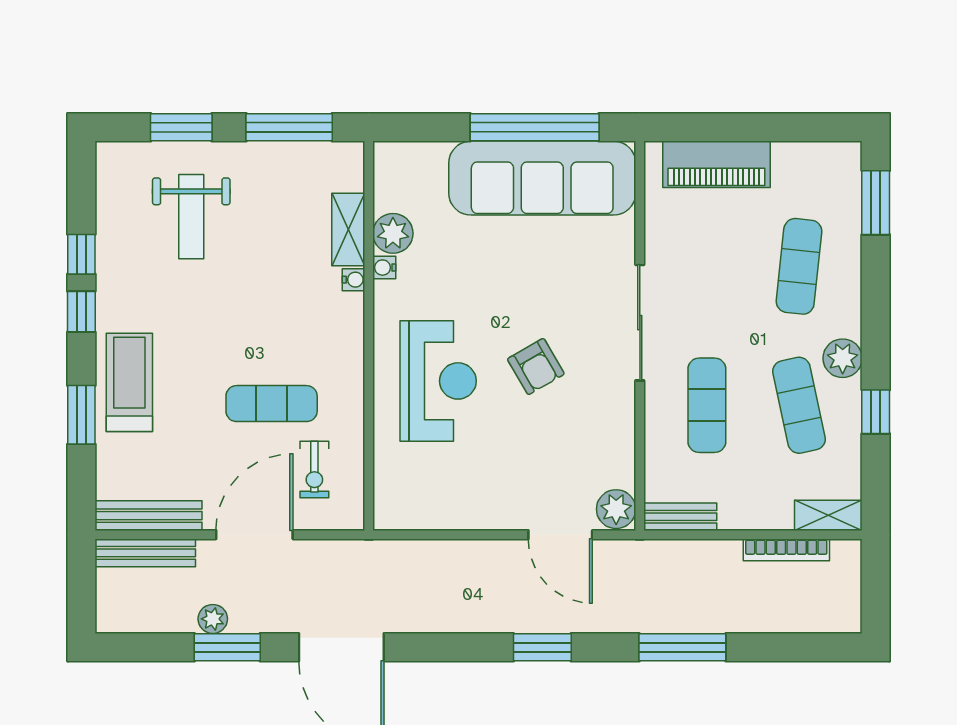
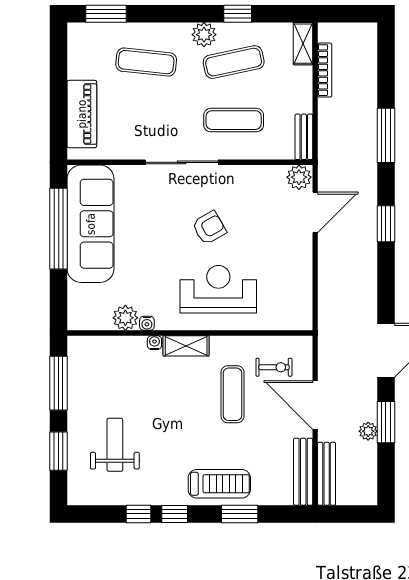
weight bench: (191, 217) -> (115, 445), turned -90
shelving: (348, 229) -> (186, 346), moved
treadmill: (129, 382) -> (219, 484), turned 180

